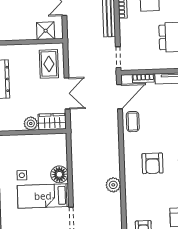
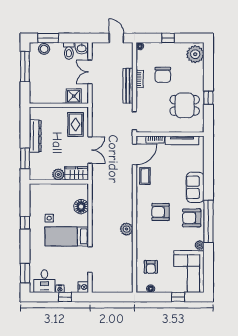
armchair: (153, 163) -> (160, 212), turned 90
floor lamp: (59, 174) -> (81, 207), moved

